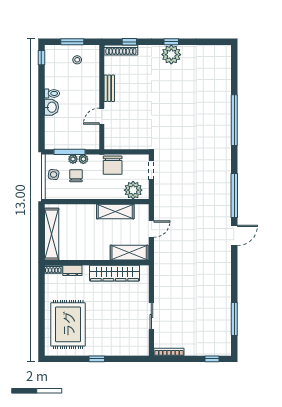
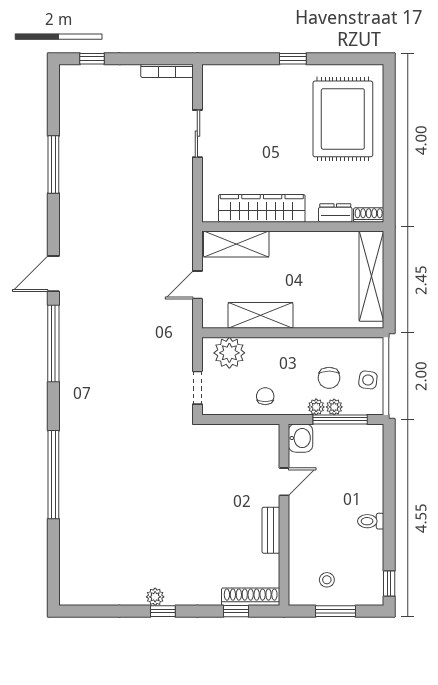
plant: (171, 55) -> (155, 597), width x0.53, depth x0.53
washbasin: (51, 107) -> (300, 438), moved, turned 180
chair: (113, 165) -> (265, 396), width x0.54, depth x0.54
window: (234, 319) -> (53, 164), moved

